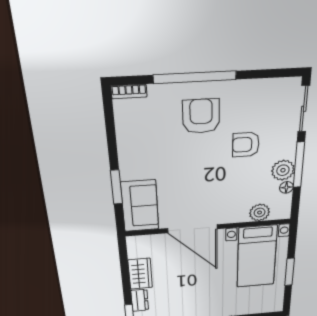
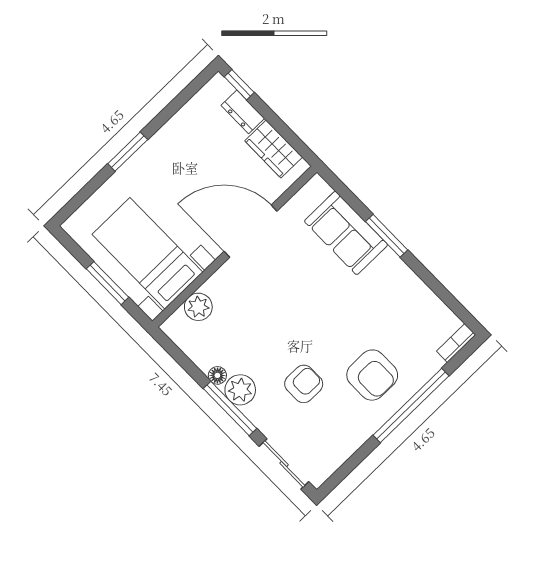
plant: (260, 213) -> (198, 307), moved
wall: (209, 227) -> (235, 247), moved
door: (193, 229) -> (250, 231), moved
bed with nightstands: (257, 257) -> (147, 253), moved

